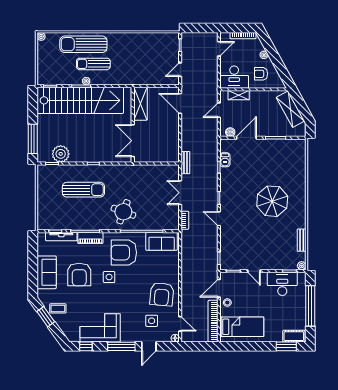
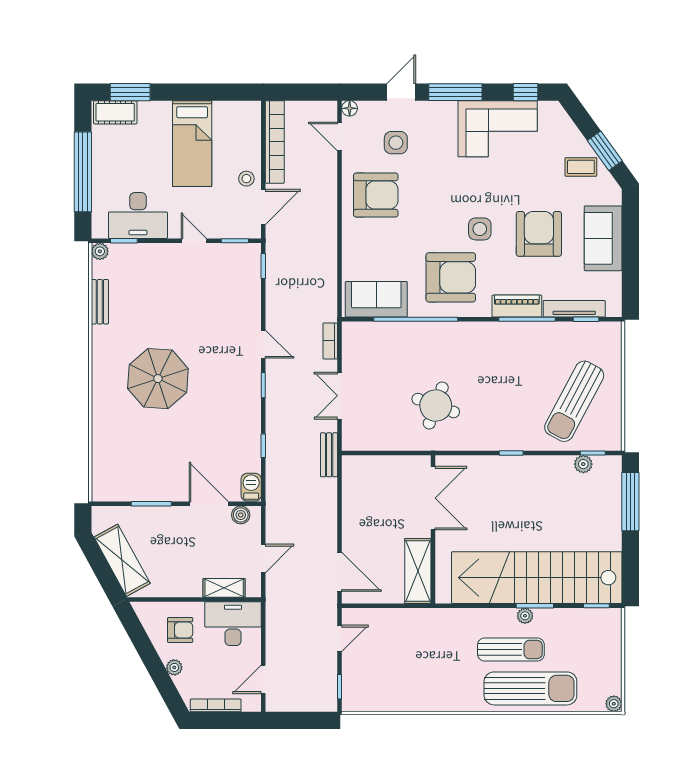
door: (246, 138) -> (209, 504), swing flipped
plant: (61, 154) -> (583, 464), width x0.53, depth x0.53
barbecue: (225, 160) -> (251, 487), moved
sun lounger: (83, 190) -> (574, 401), moved, turned -62
double door: (180, 193) -> (340, 396), swing flipped
round table: (123, 212) -> (436, 406), moved
armchair: (162, 294) -> (376, 195), turned 85
bed: (242, 327) -> (192, 144), moved, turned -90

